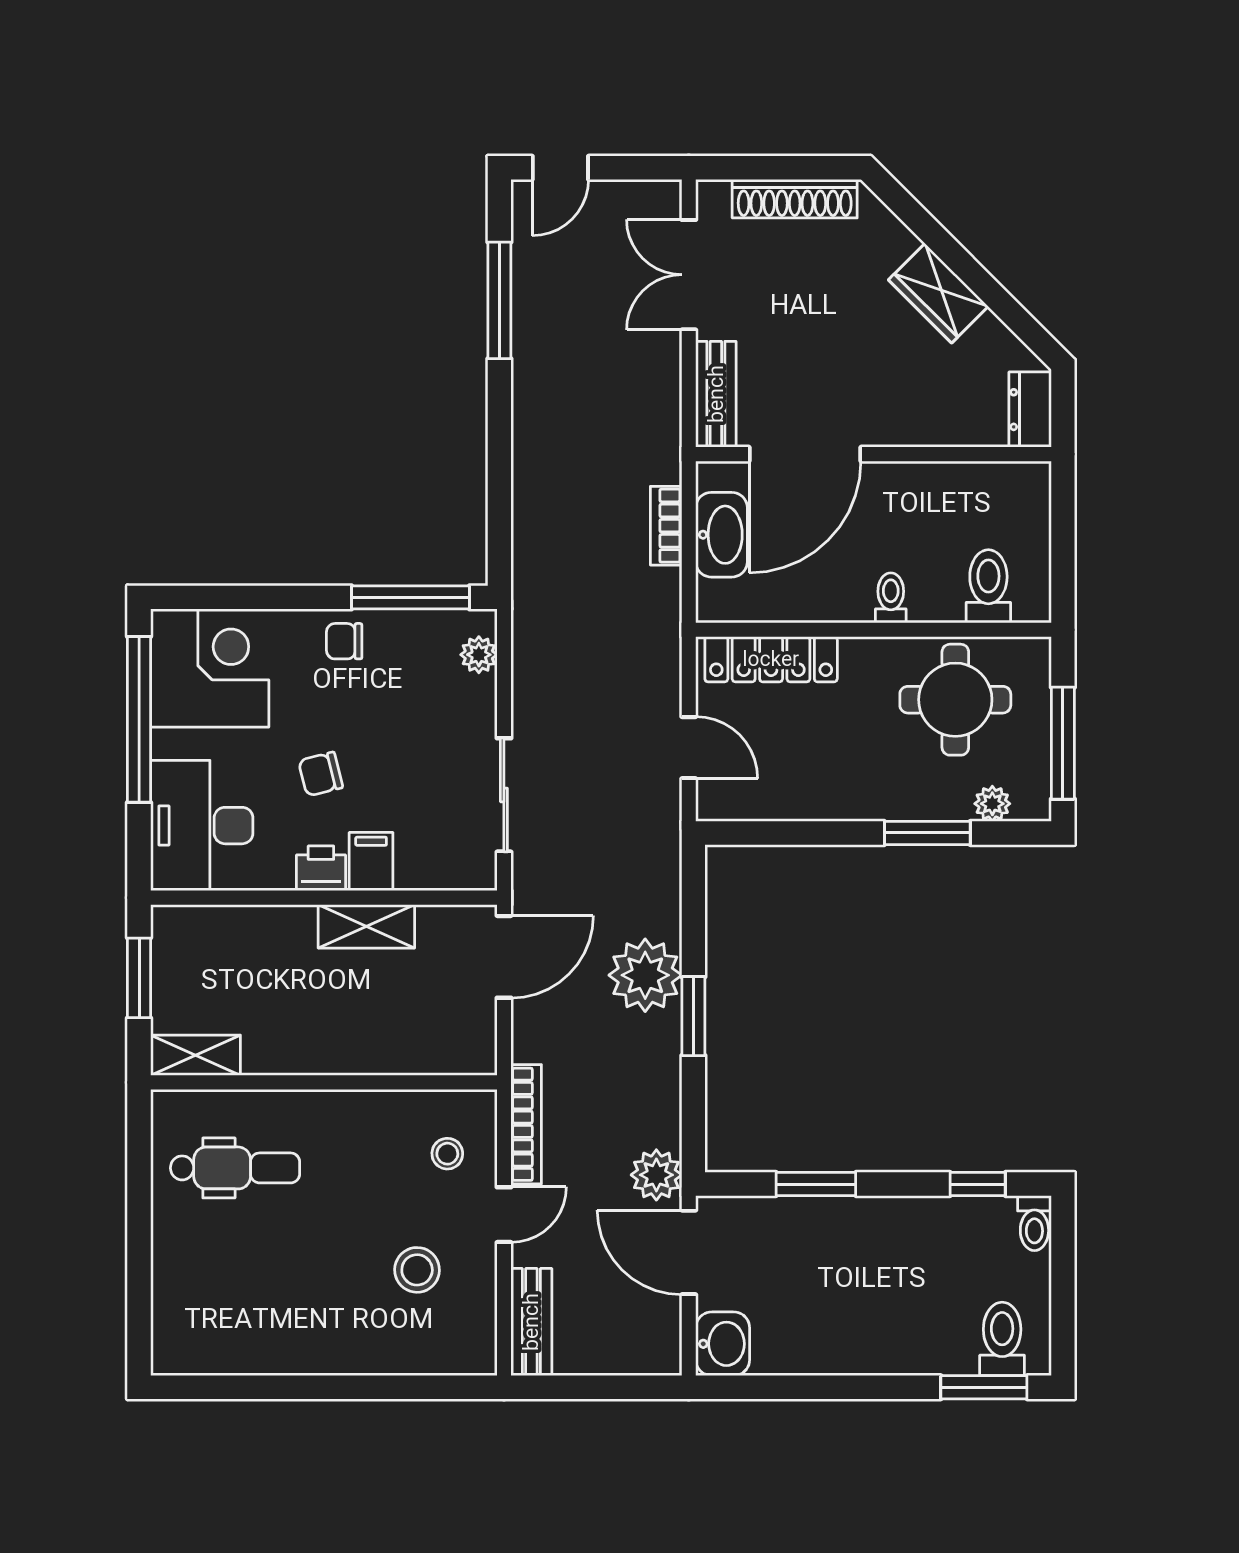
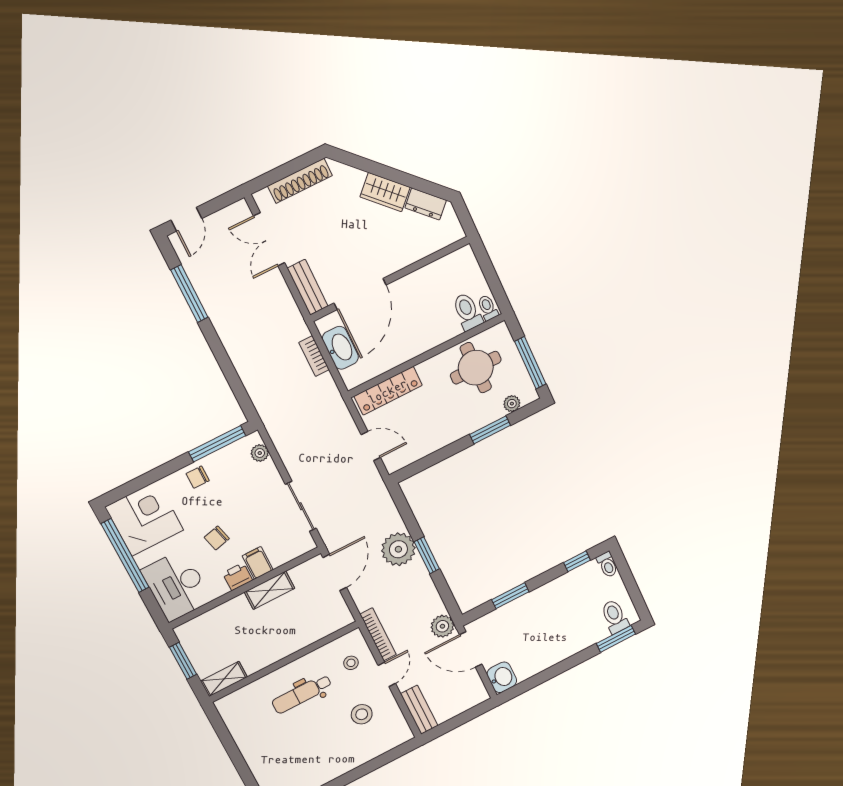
dresser: (1030, 410) -> (426, 204), moved, turned -45
toilet: (891, 598) -> (488, 308), moved
dental chair: (235, 1168) -> (302, 694), moved, turned 180

